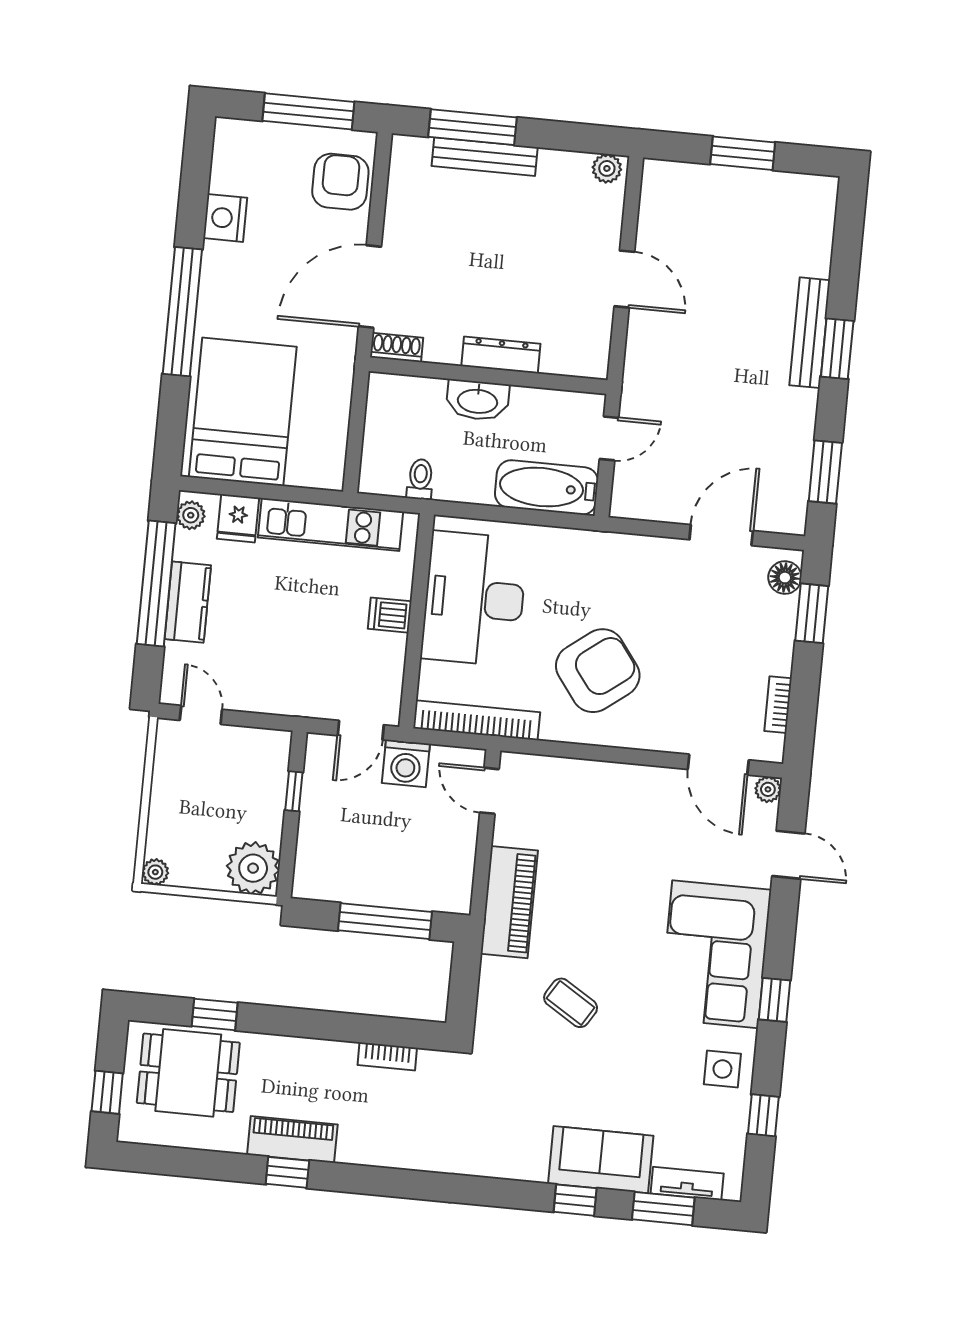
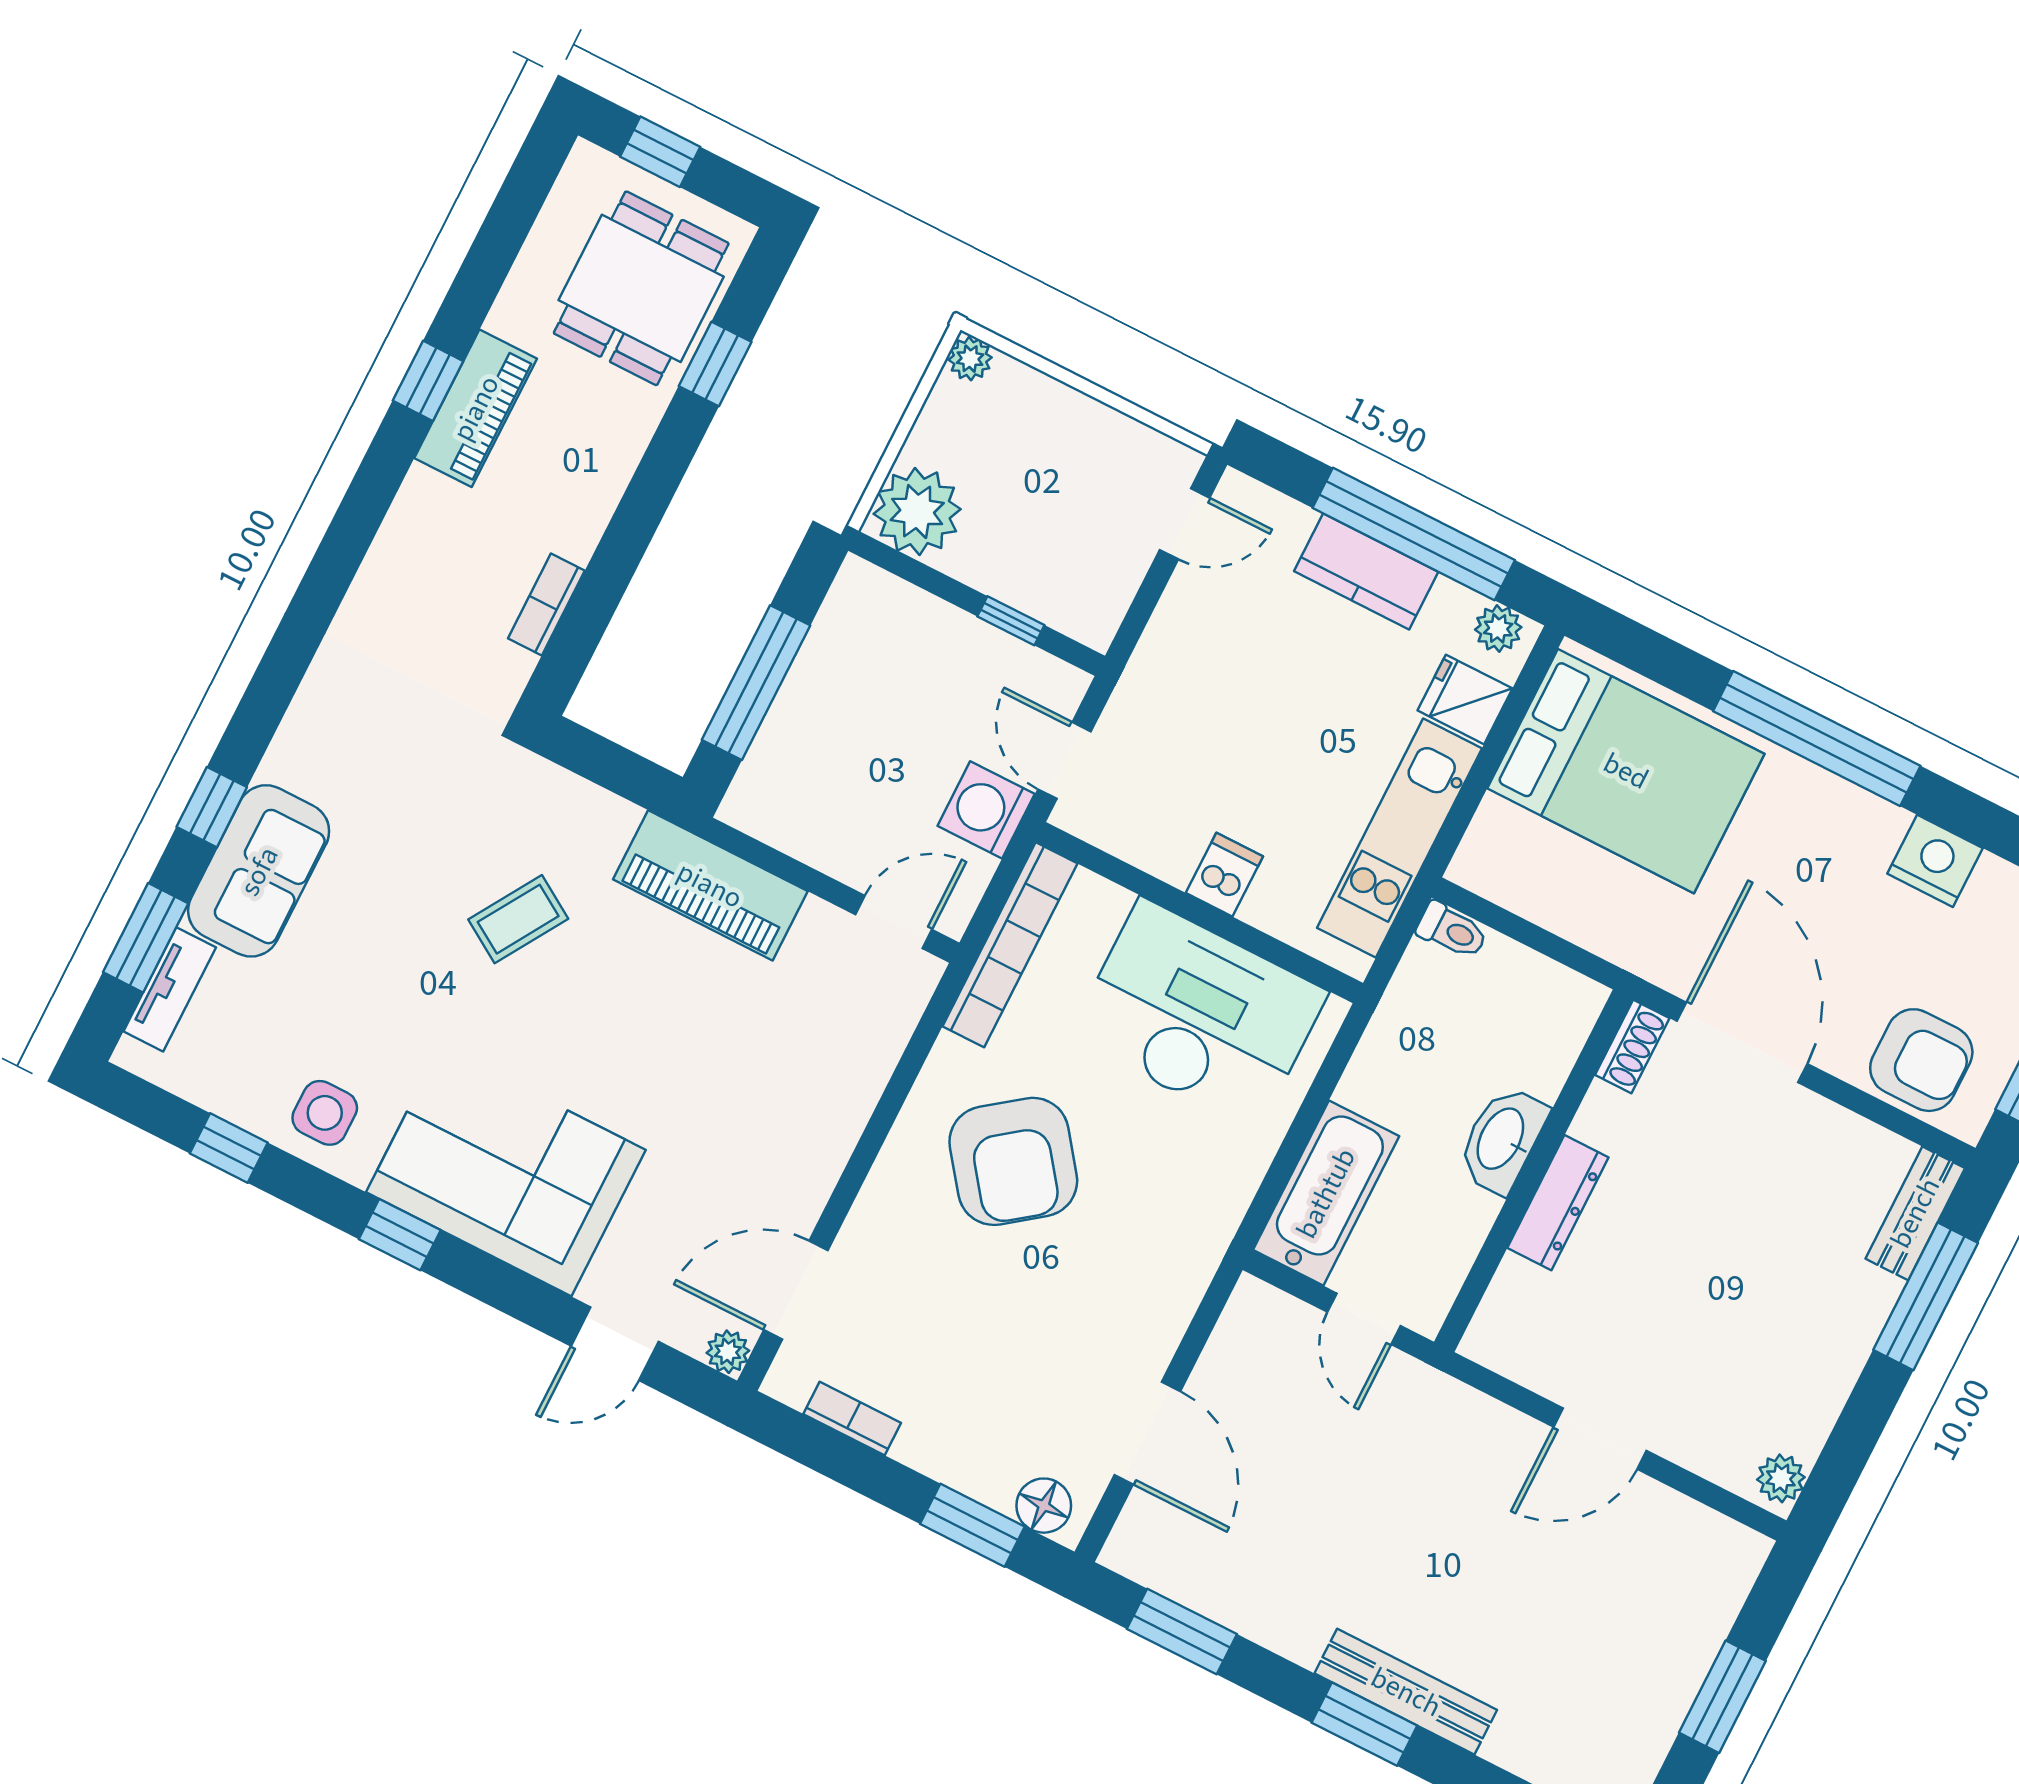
bench: (485, 157) -> (1915, 1213), moved, width x0.73
toilet: (420, 479) -> (1452, 931), moved

